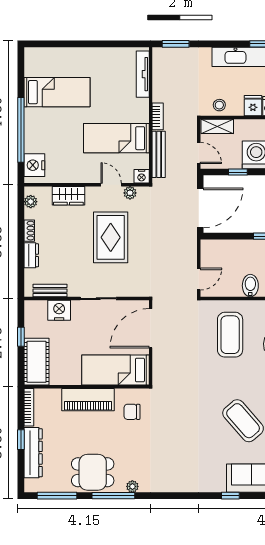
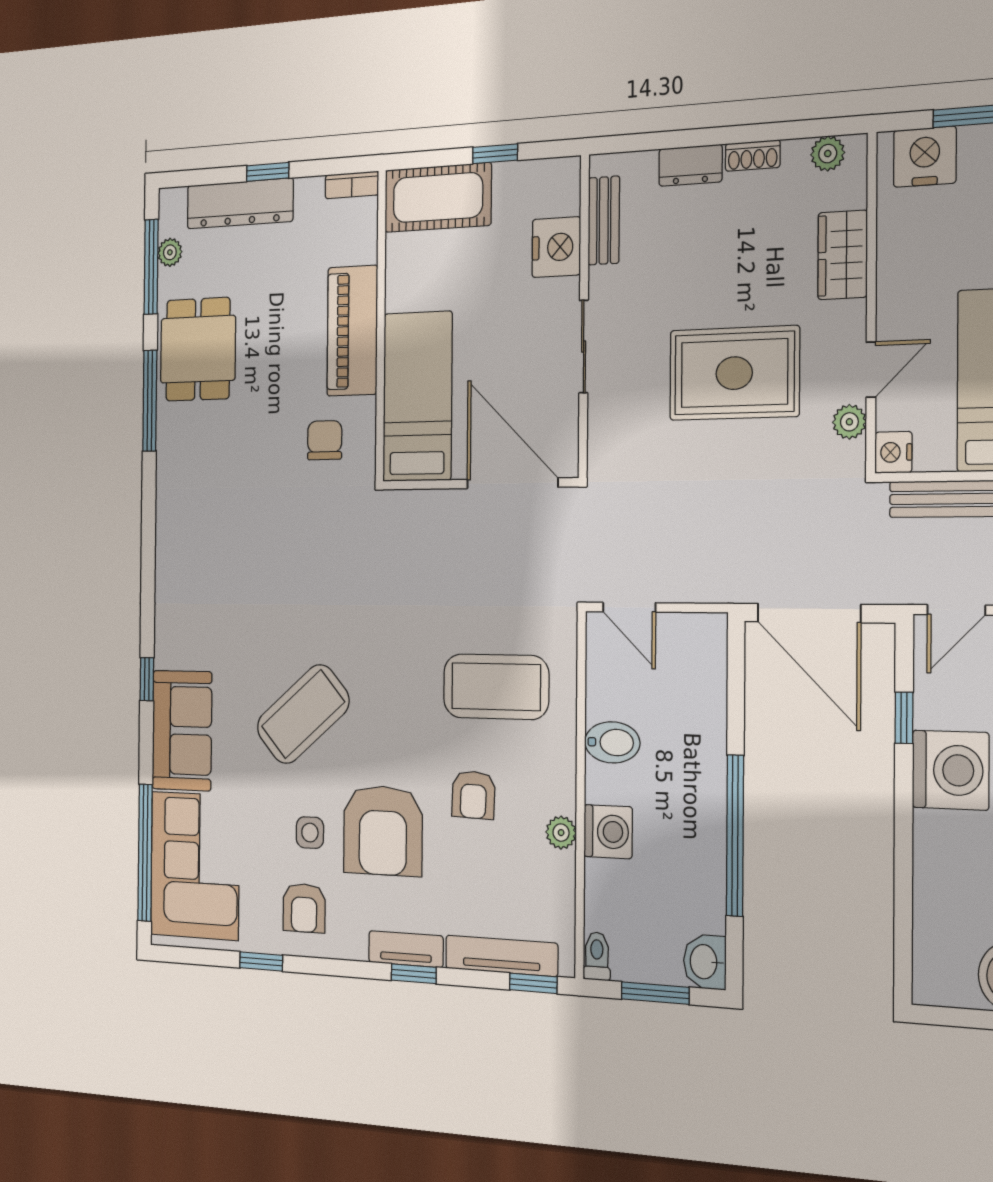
bookcase: (29, 407) -> (352, 185), width x0.64
plant: (132, 486) -> (170, 252), moved

